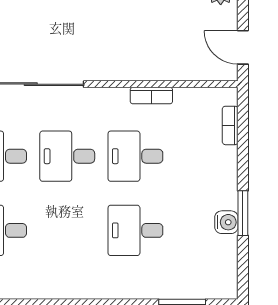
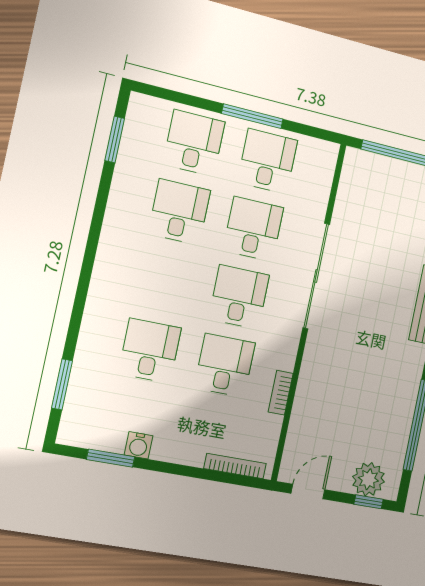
bookcase: (230, 125) -> (235, 466), width x1.56
window: (243, 213) -> (111, 458), moved

